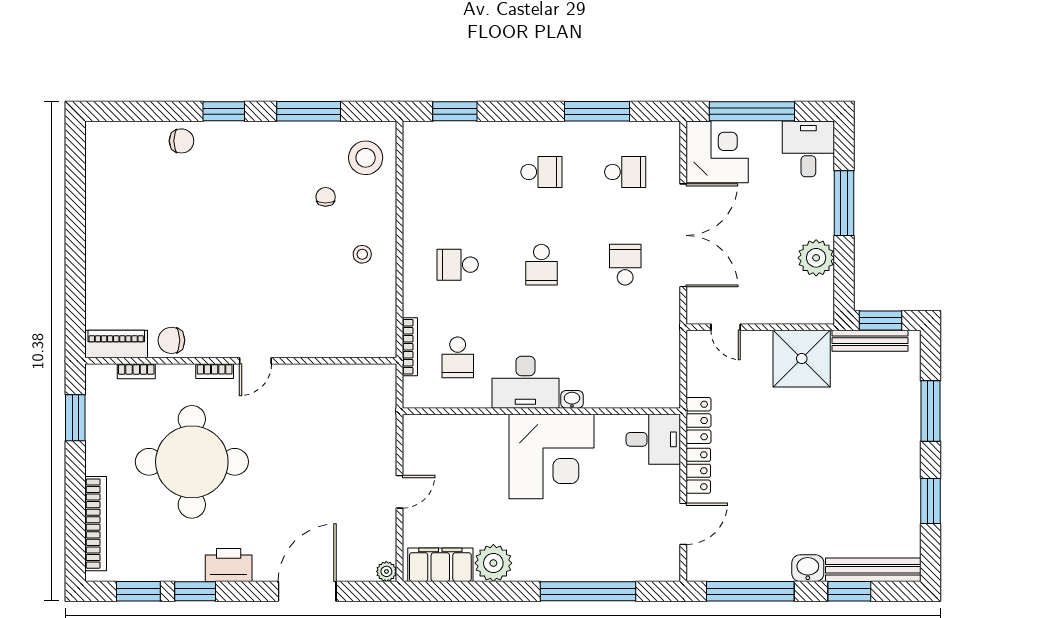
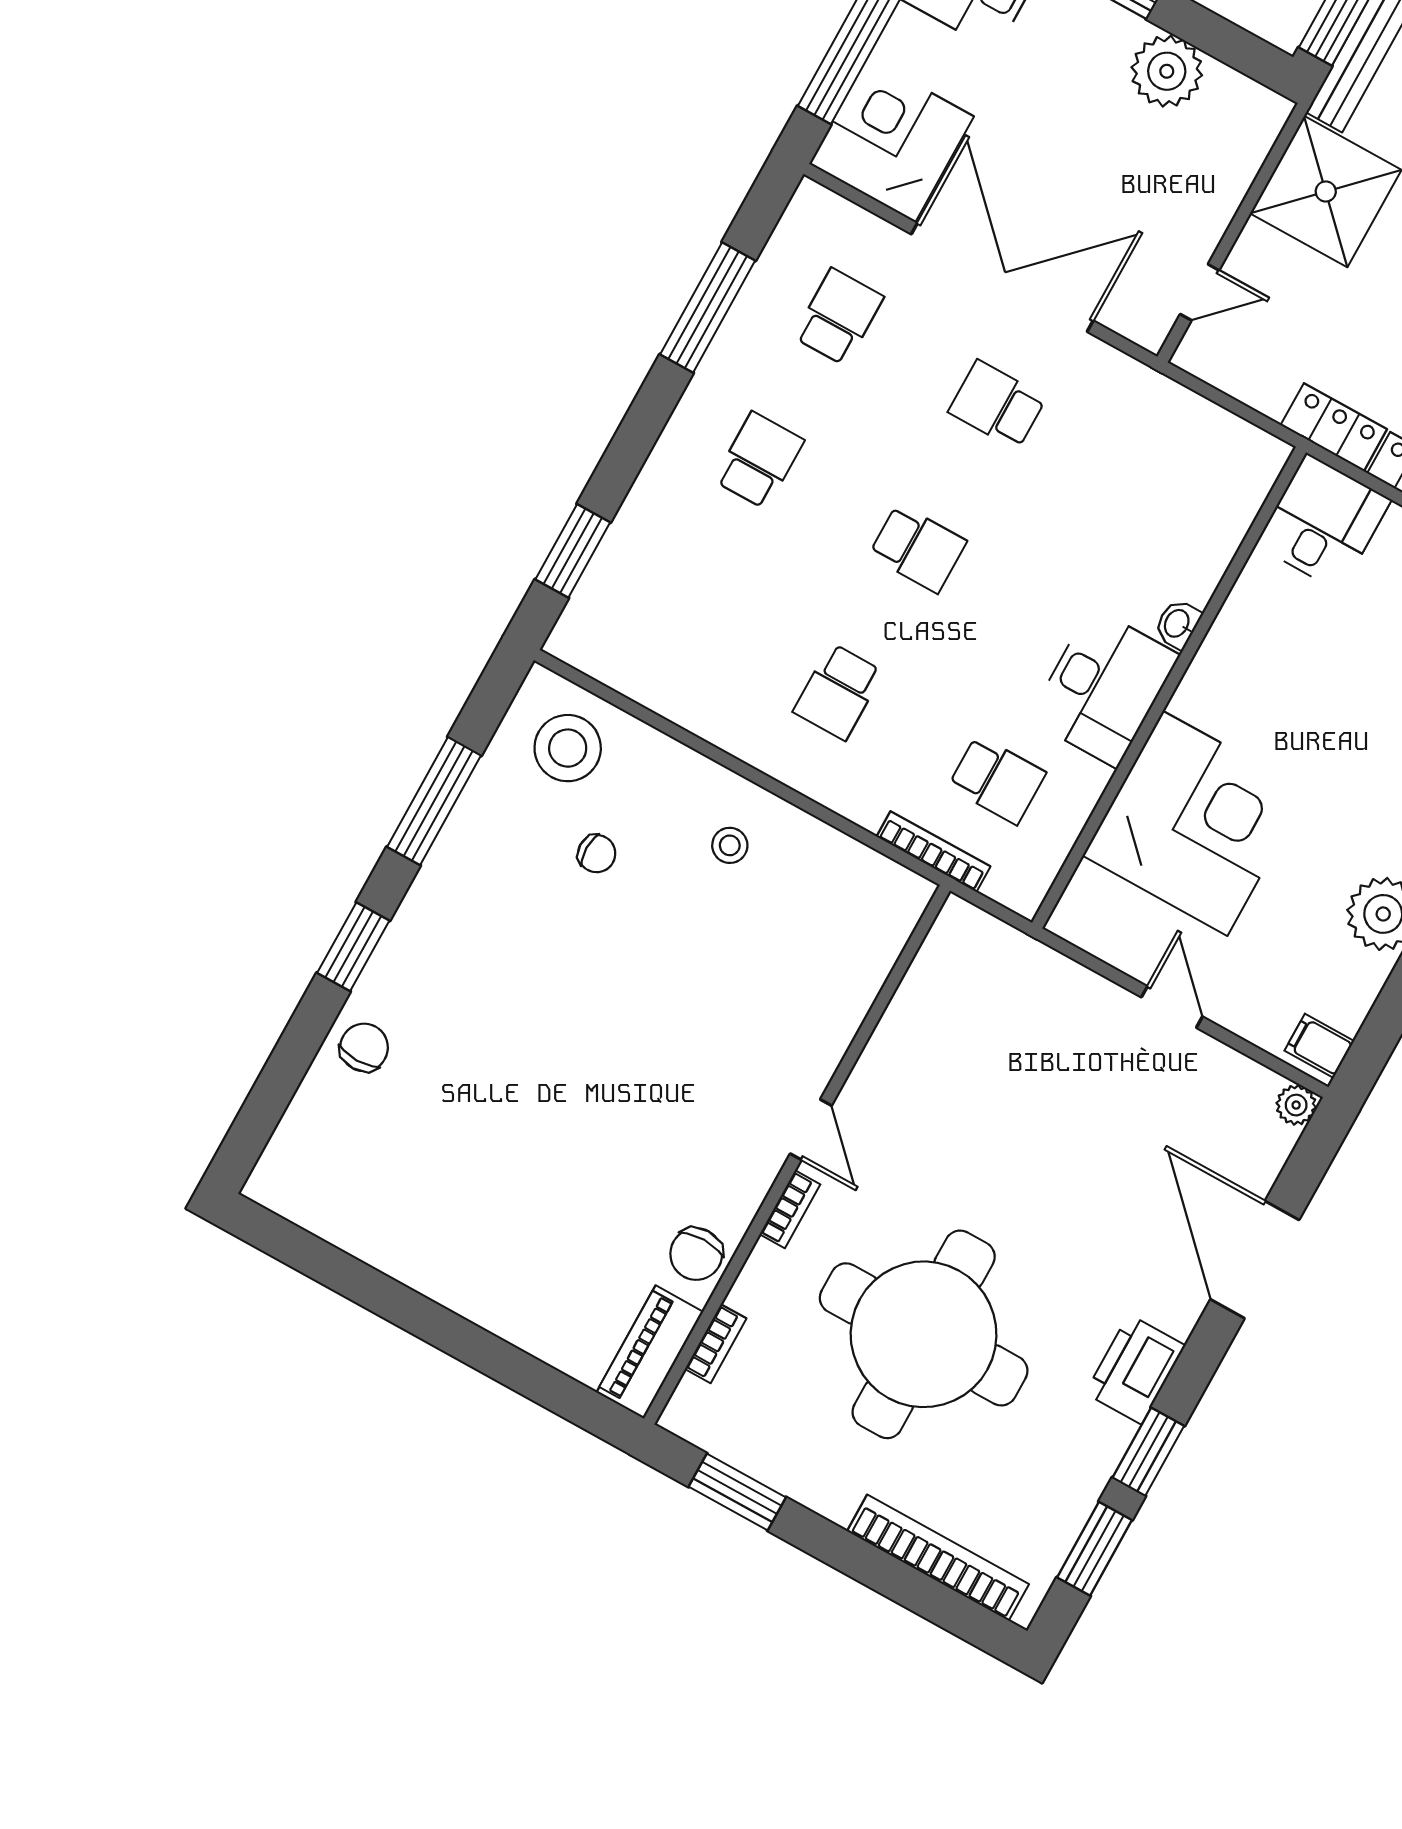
chair: (326, 197) -> (597, 854), turned 180
corner desk: (551, 457) -> (1195, 823), moved
filing cabinet: (440, 565) -> (1319, 1046), width x0.33, depth x0.86

